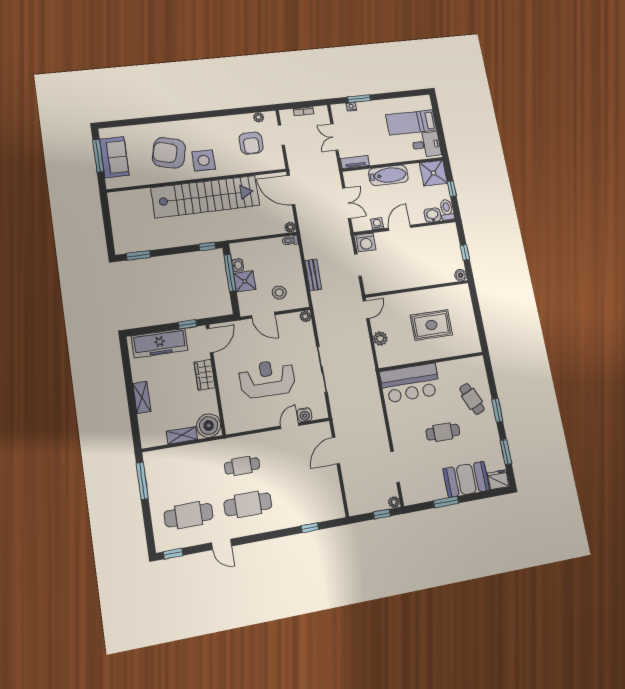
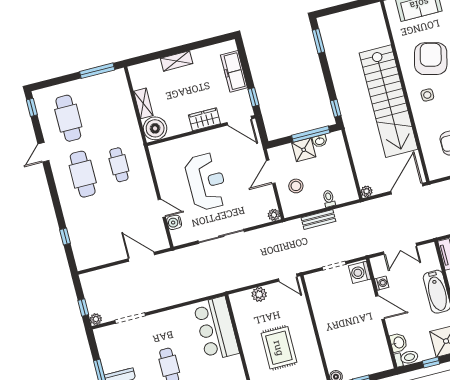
side table: (204, 160) -> (427, 95), width x0.54, depth x0.54
toilet: (290, 240) -> (329, 199), moved
freezer: (160, 343) -> (234, 71), width x0.73, depth x0.79

